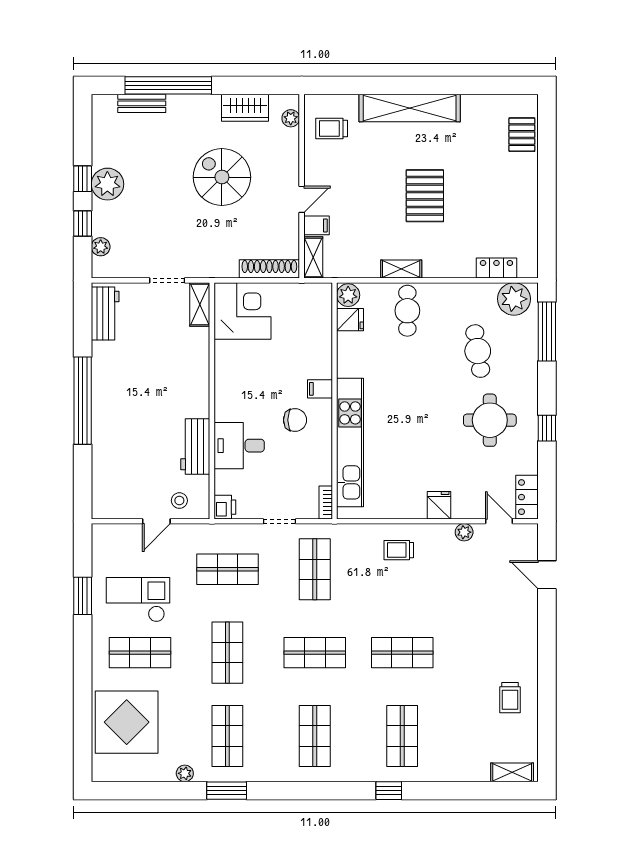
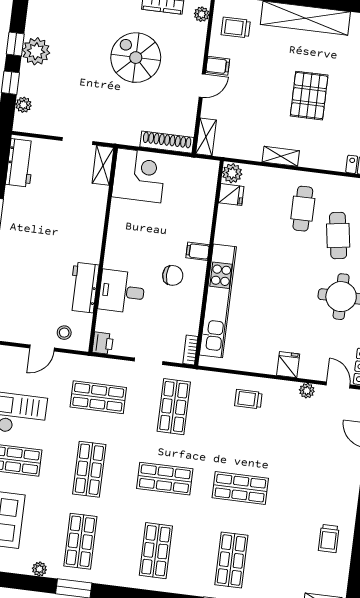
filing cabinet: (316, 225) -> (218, 66), moved
cafe table: (407, 311) -> (303, 209), moved

